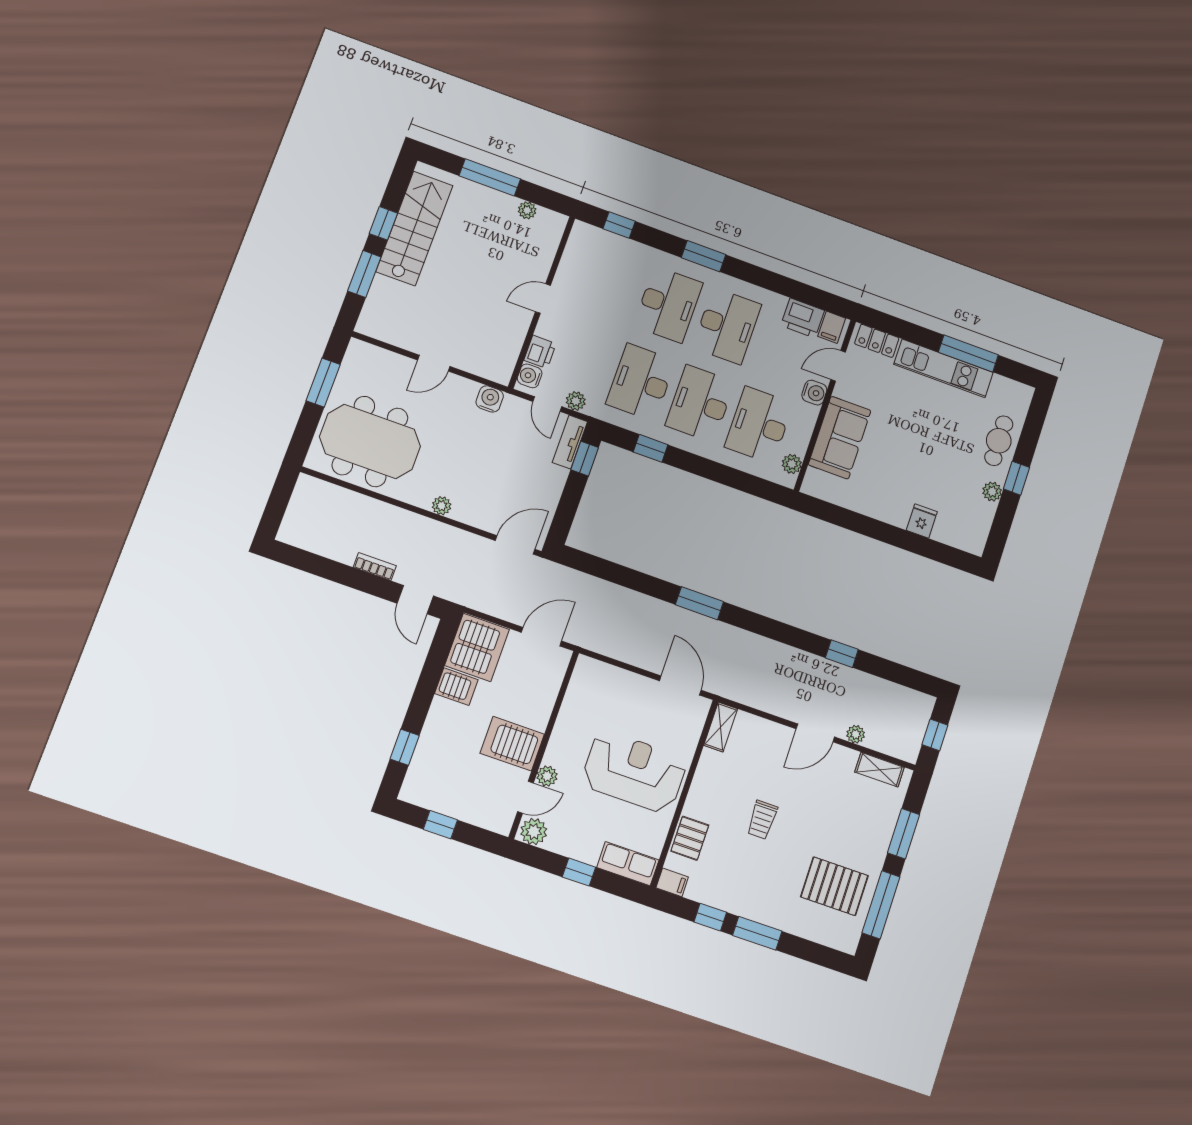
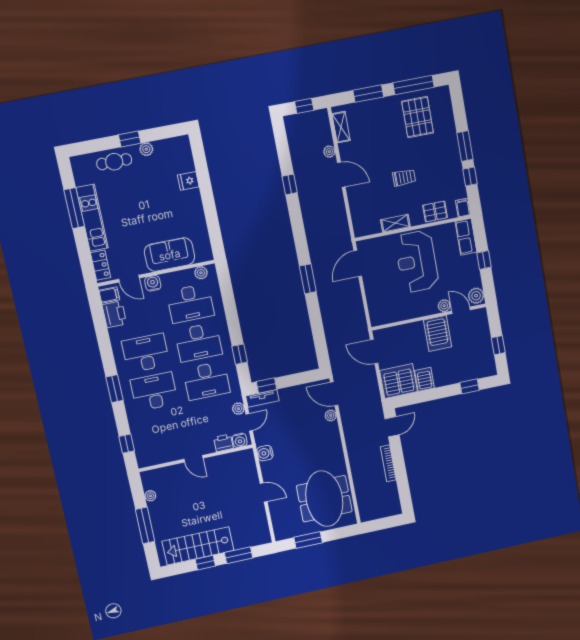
plant: (442, 506) -> (331, 415), moved
bookcase: (375, 567) -> (388, 463), width x1.56
shelving: (721, 727) -> (395, 223), moved

